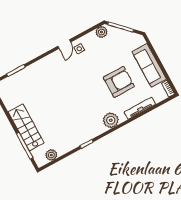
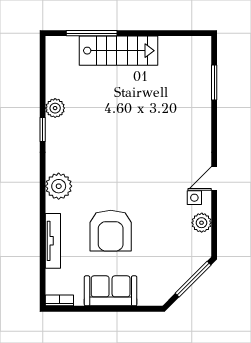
plant: (101, 32) -> (202, 223), moved
door: (64, 44) -> (214, 178), hinge flipped
sofa: (149, 65) -> (111, 291), width x0.73
plant: (51, 155) -> (55, 108), moved

